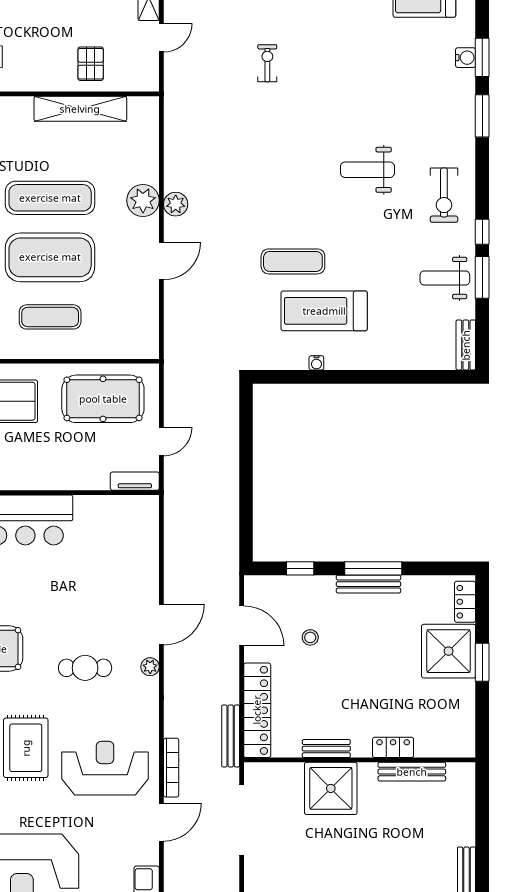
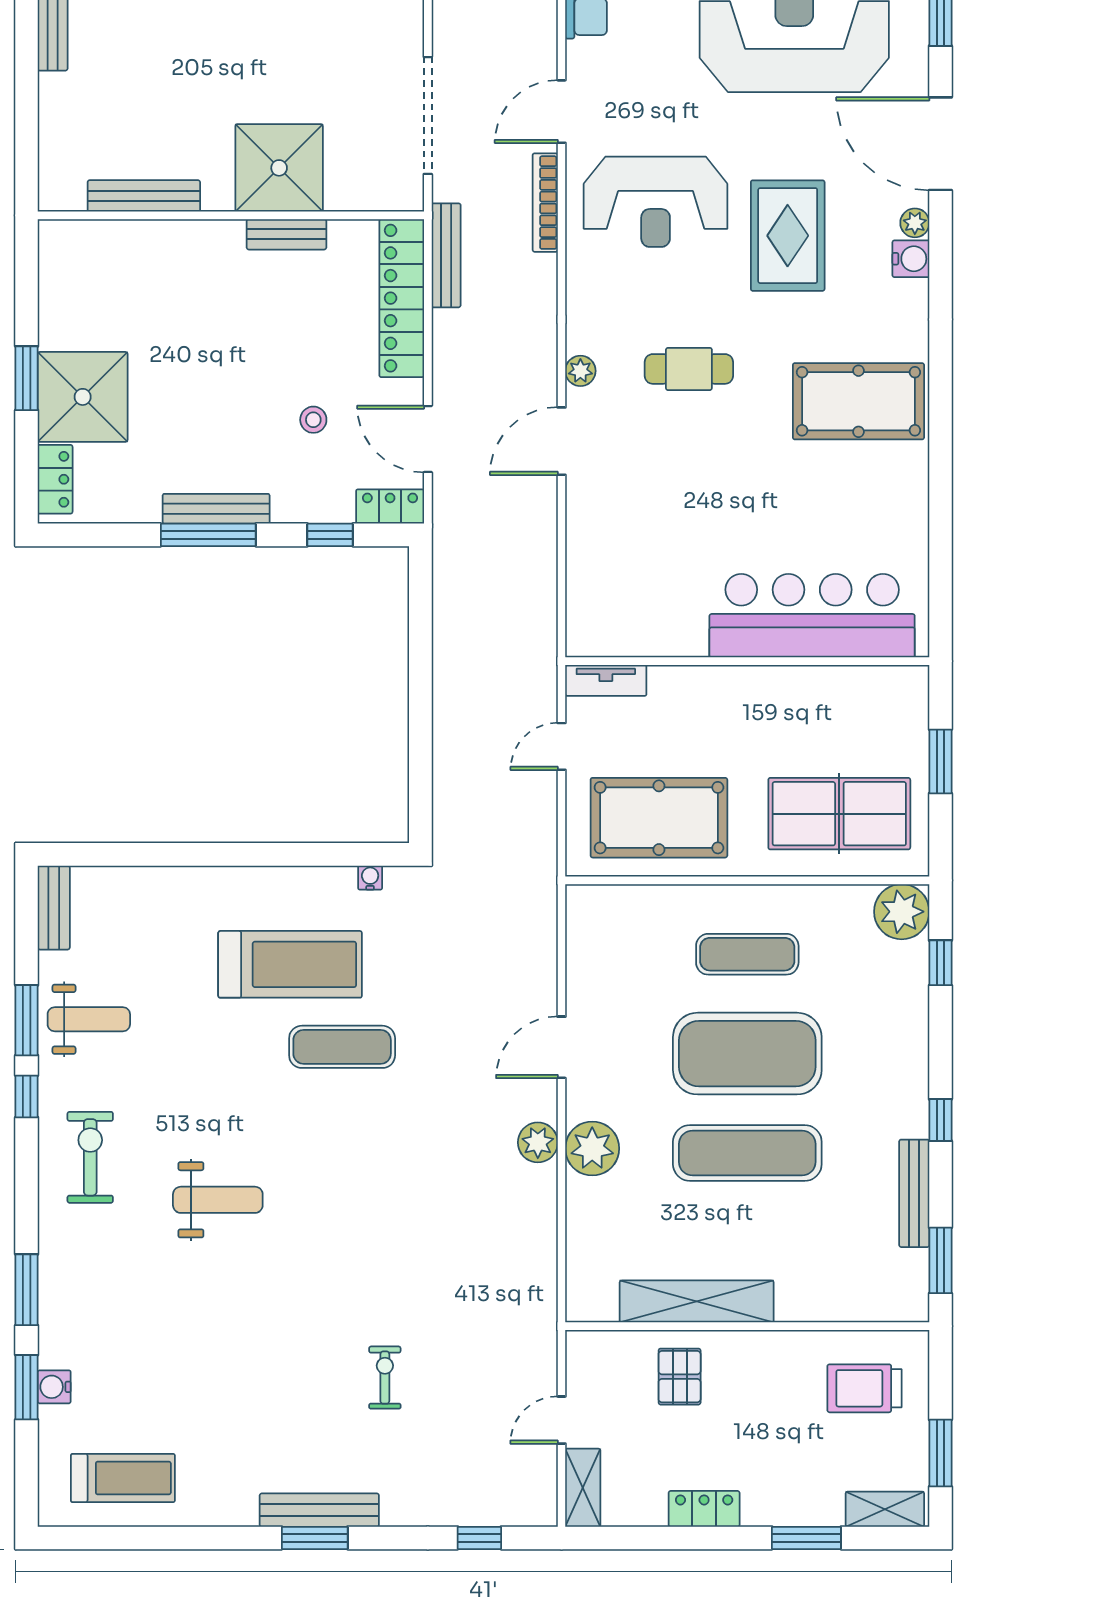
exercise bike: (267, 63) -> (385, 1378), turned 180
water cooler: (316, 363) -> (370, 878), moved
locker: (393, 747) -> (390, 507), moved, turned 180

